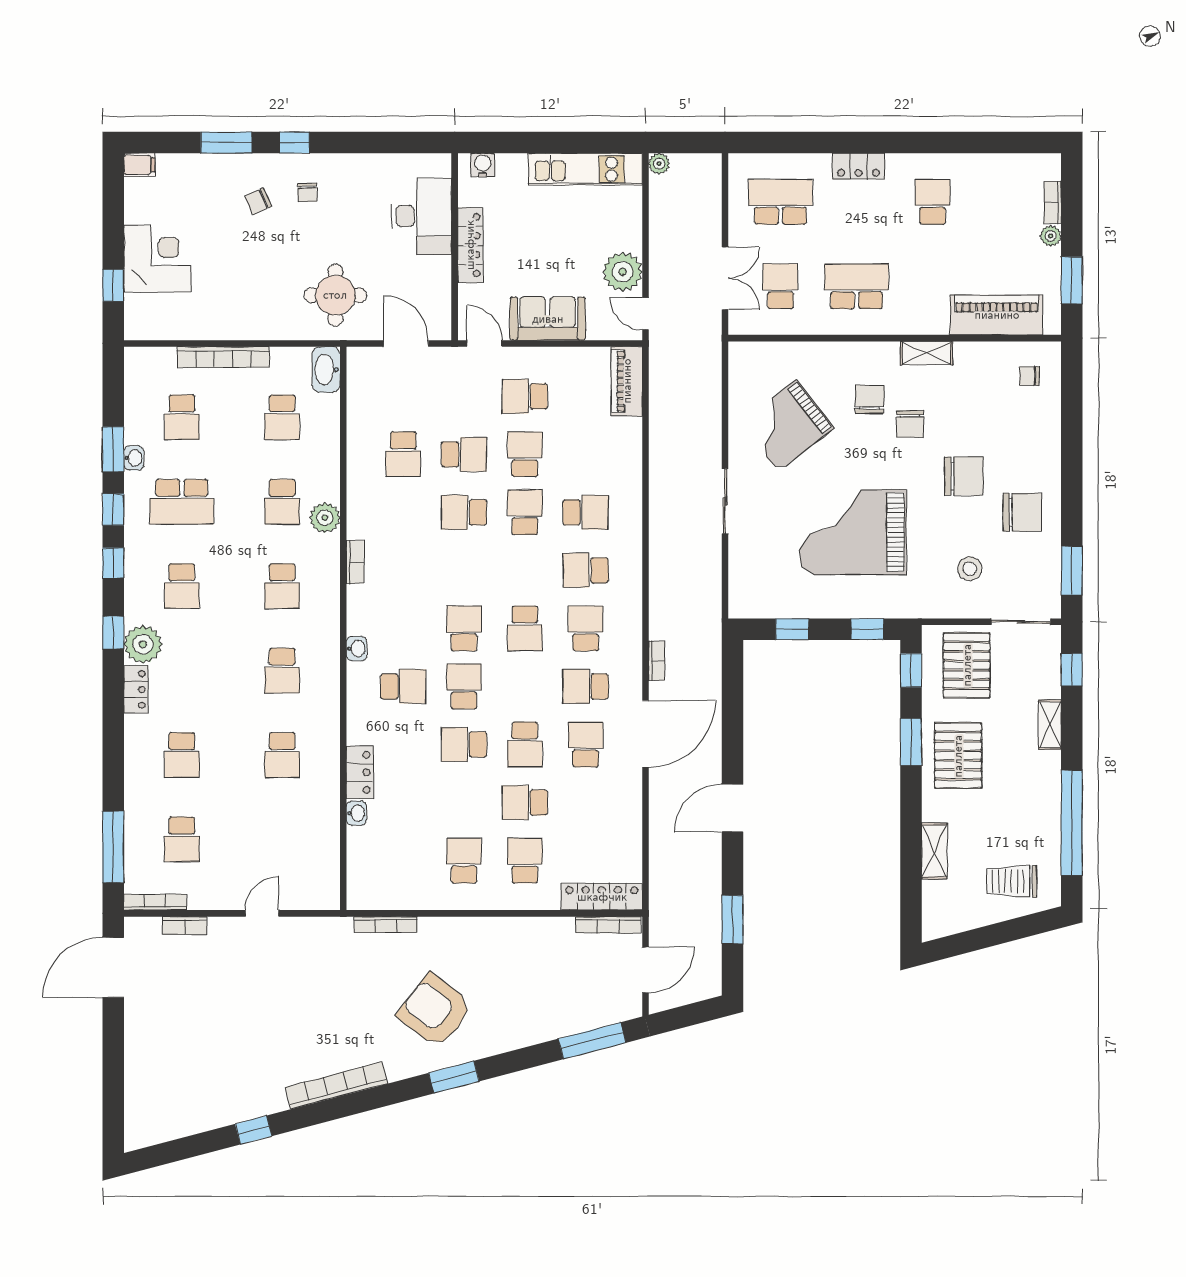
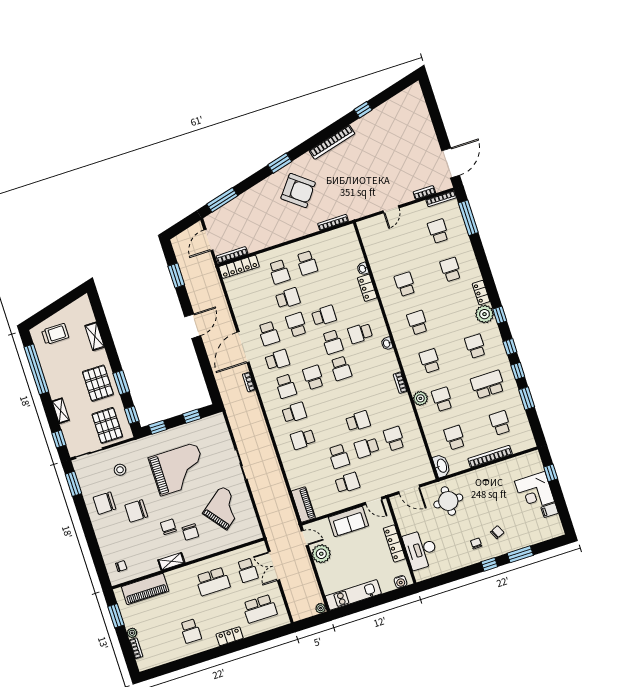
filing cabinet: (139, 165) -> (550, 510), moved
washbasin: (134, 458) -> (516, 397), removed
school desk: (525, 512) -> (330, 430), removed

